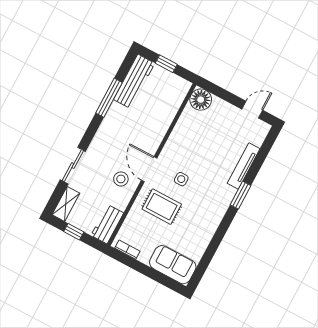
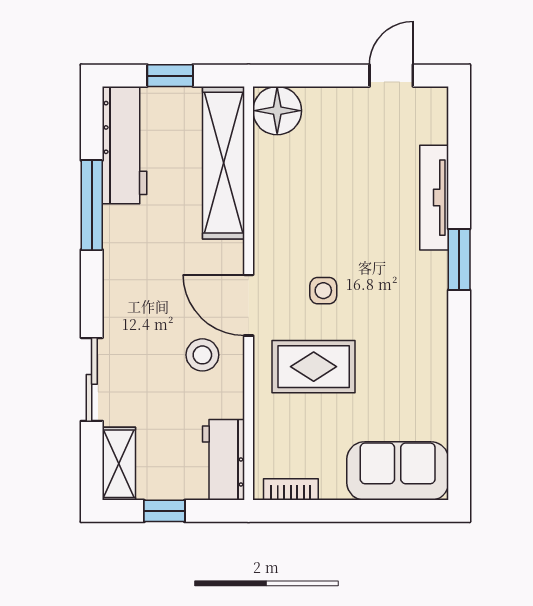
shelving: (169, 109) -> (223, 163), added

